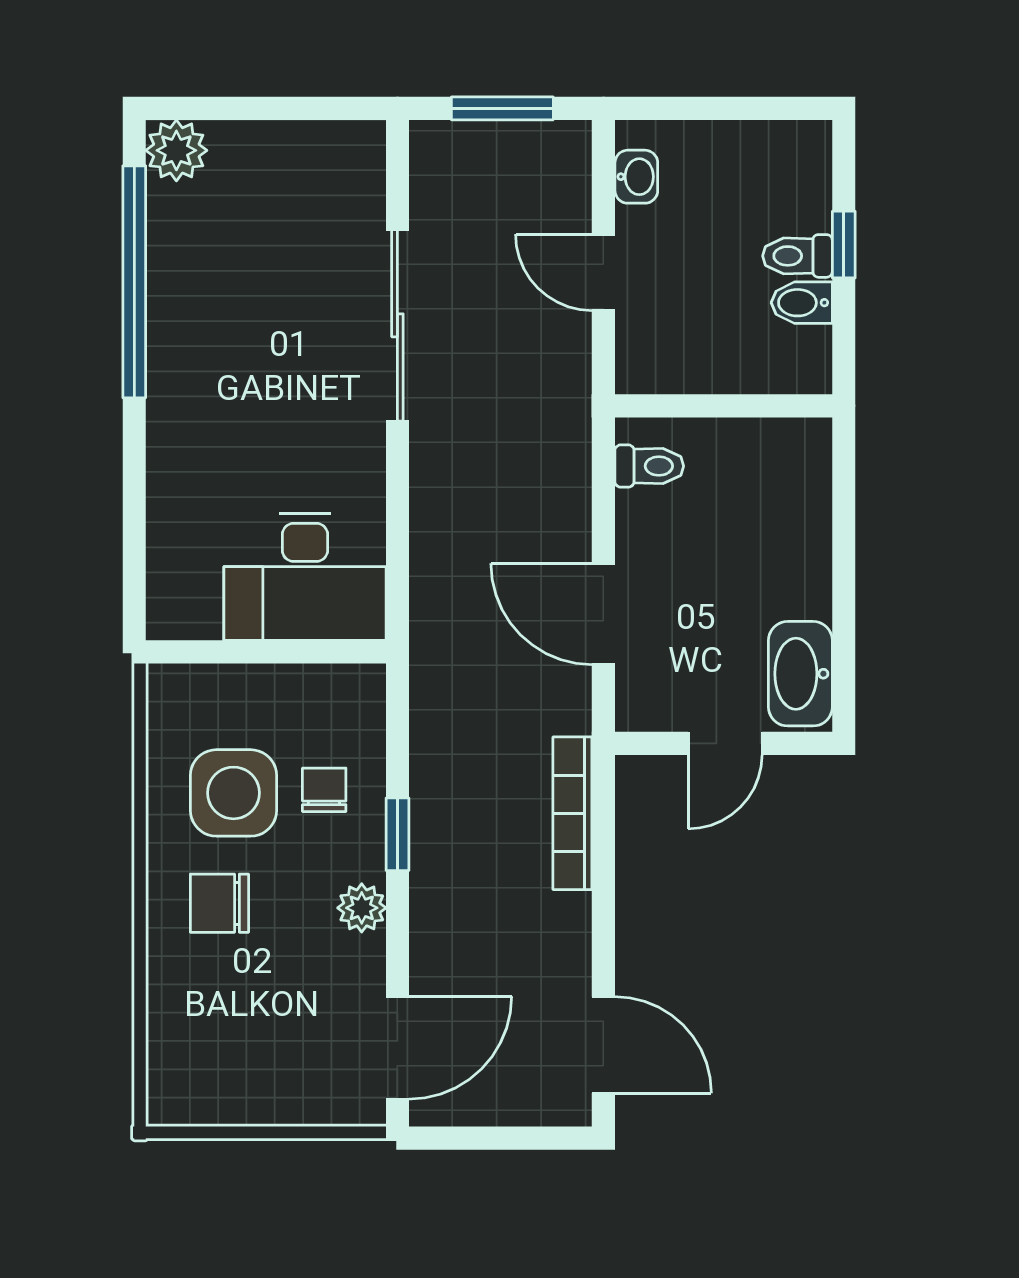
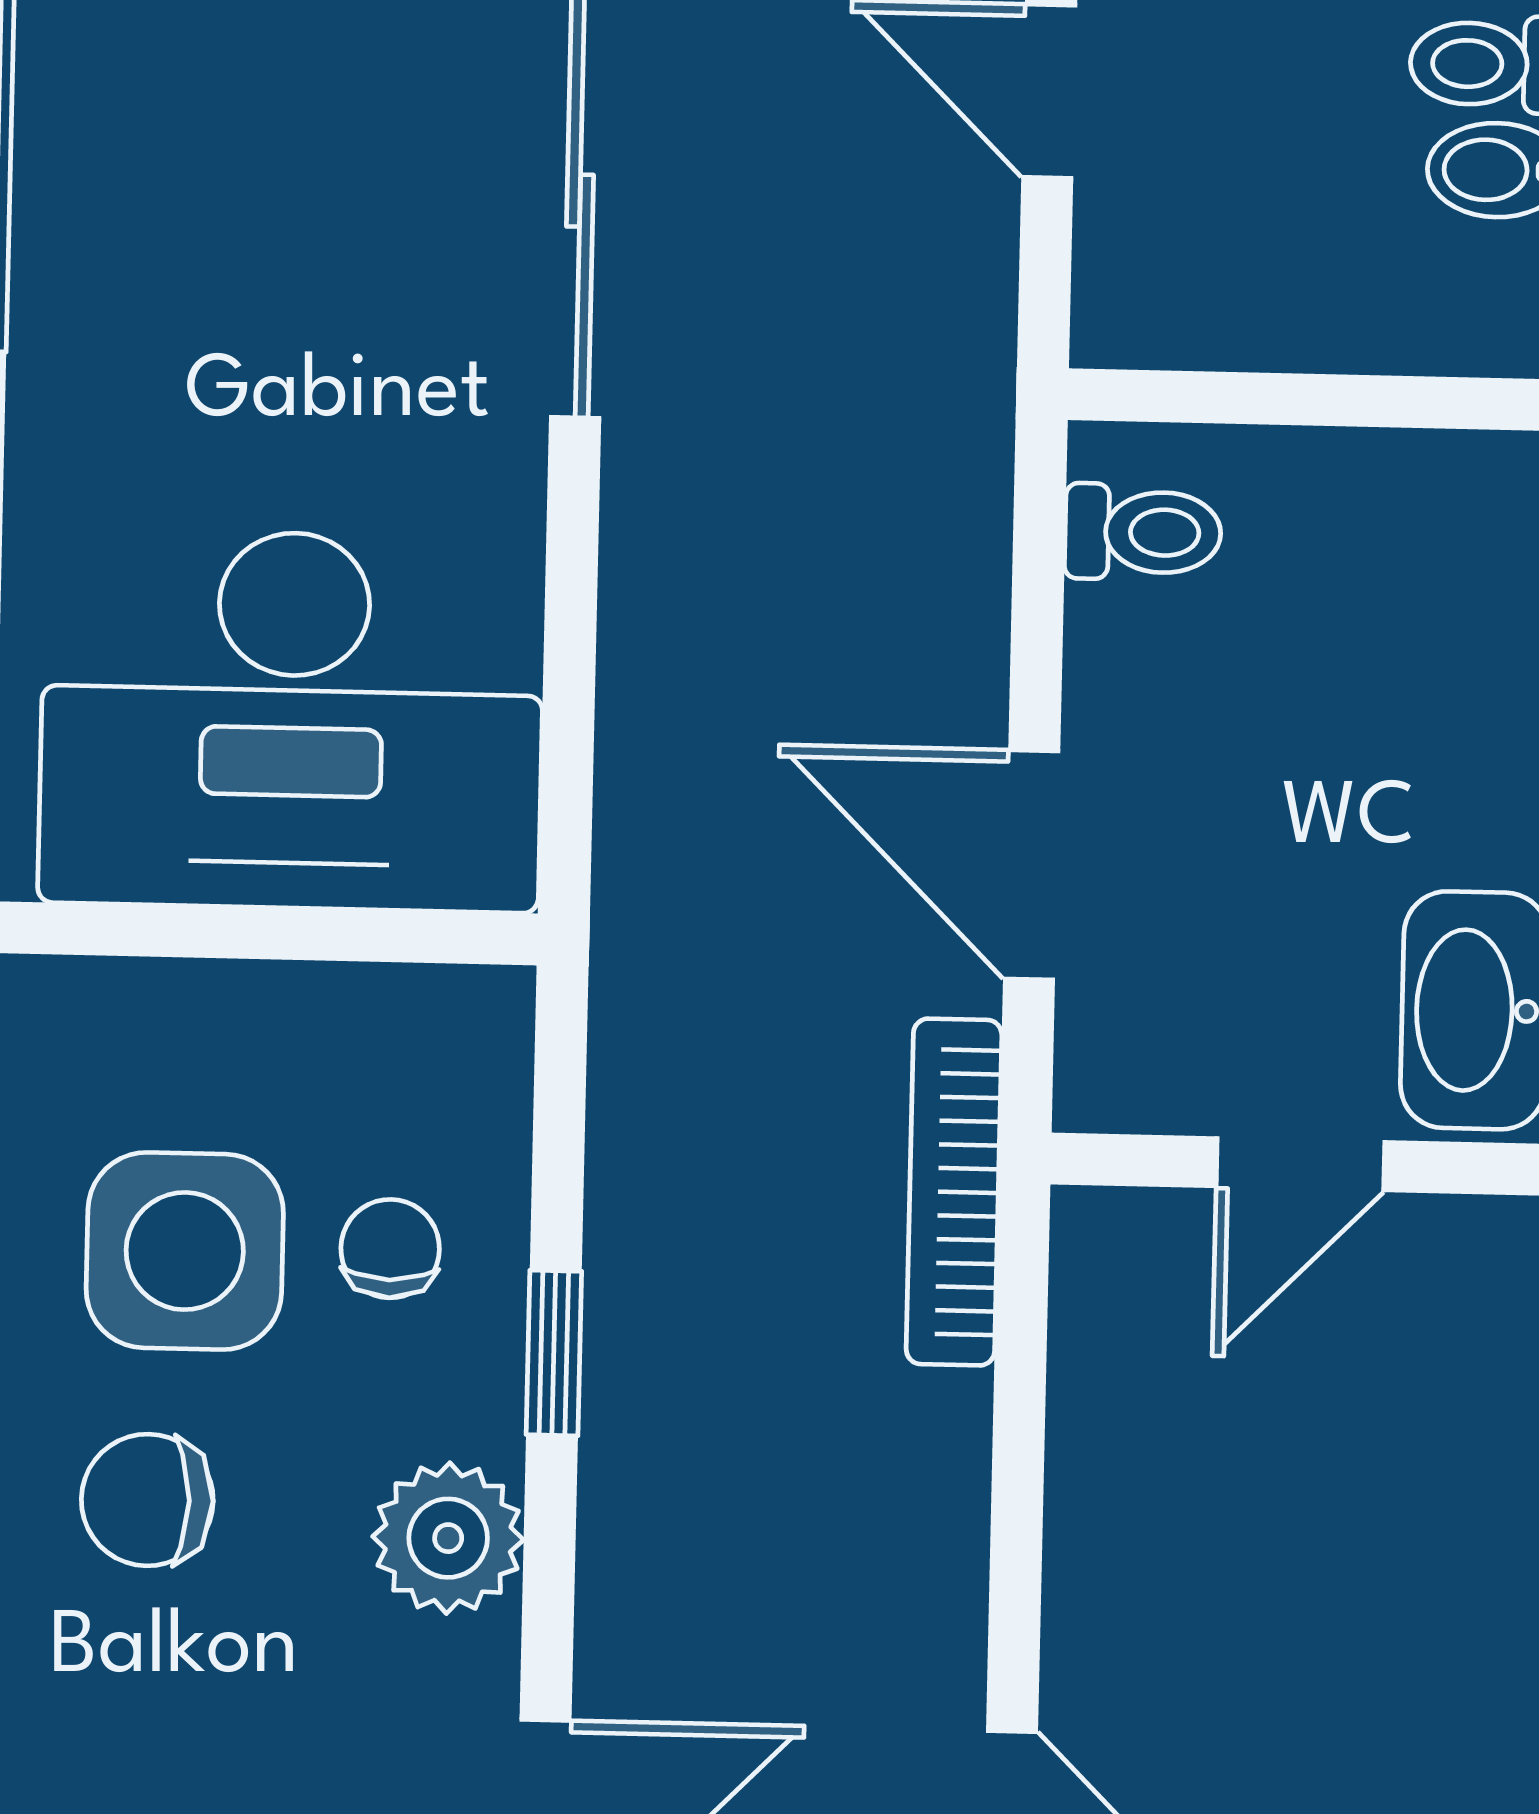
desk: (305, 577) -> (292, 720), width x1.36, depth x1.30
bookcase: (572, 813) -> (954, 1192), moved
plant: (362, 908) -> (448, 1538), width x1.38, depth x1.38

